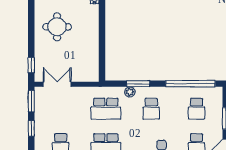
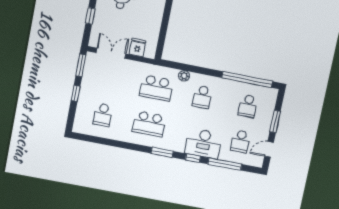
window: (31, 65) -> (90, 16), moved
fridge: (81, 74) -> (138, 48), added
window: (138, 84) -> (194, 69), removed

